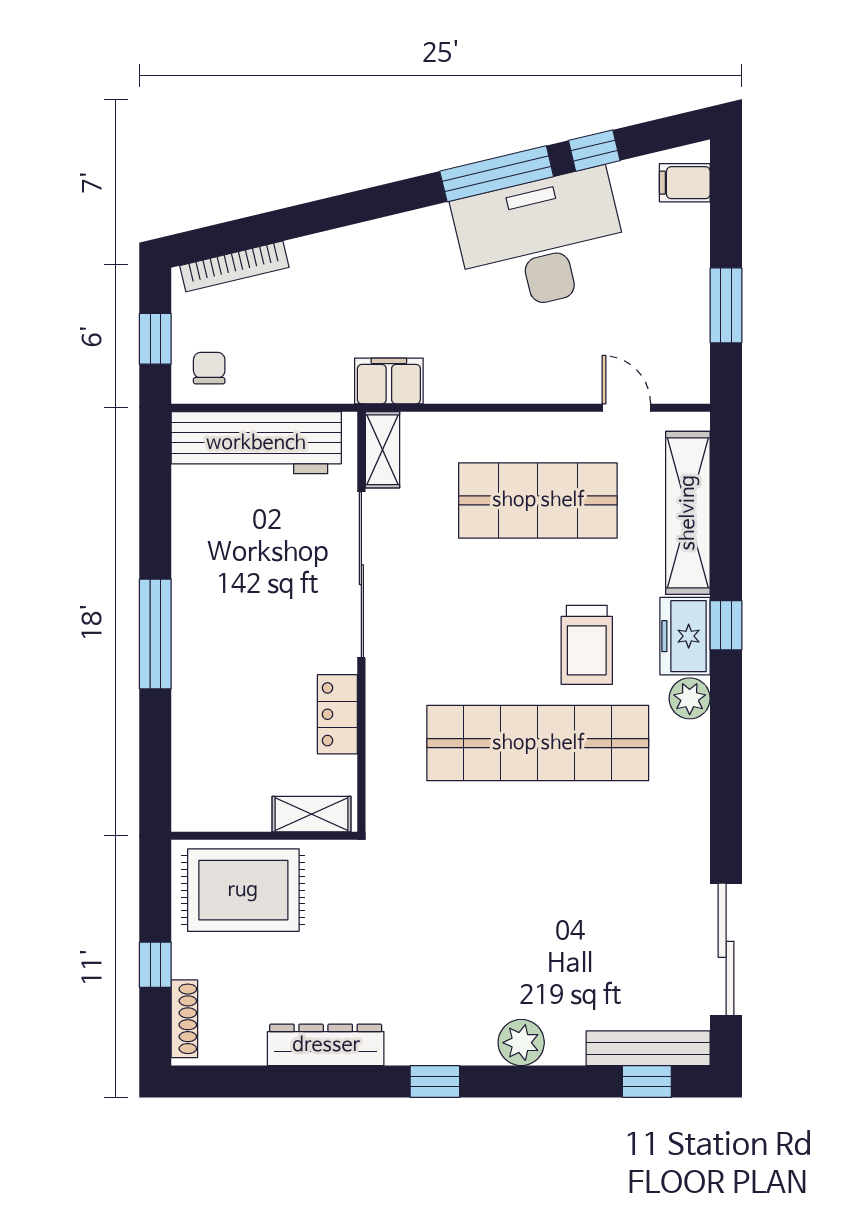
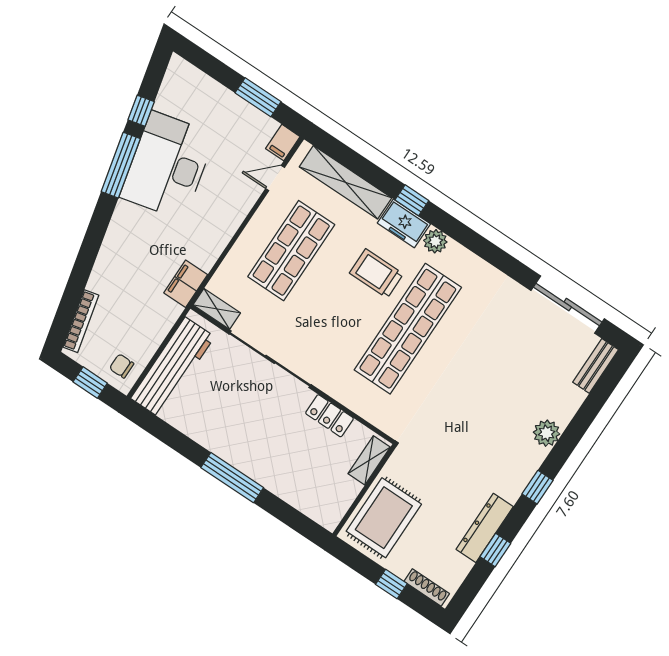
filing cabinet: (685, 183) -> (283, 143), moved
trolley: (587, 645) -> (376, 274), turned 180
bench: (648, 1048) -> (596, 366), width x0.73
window: (647, 1081) -> (495, 550), moved

